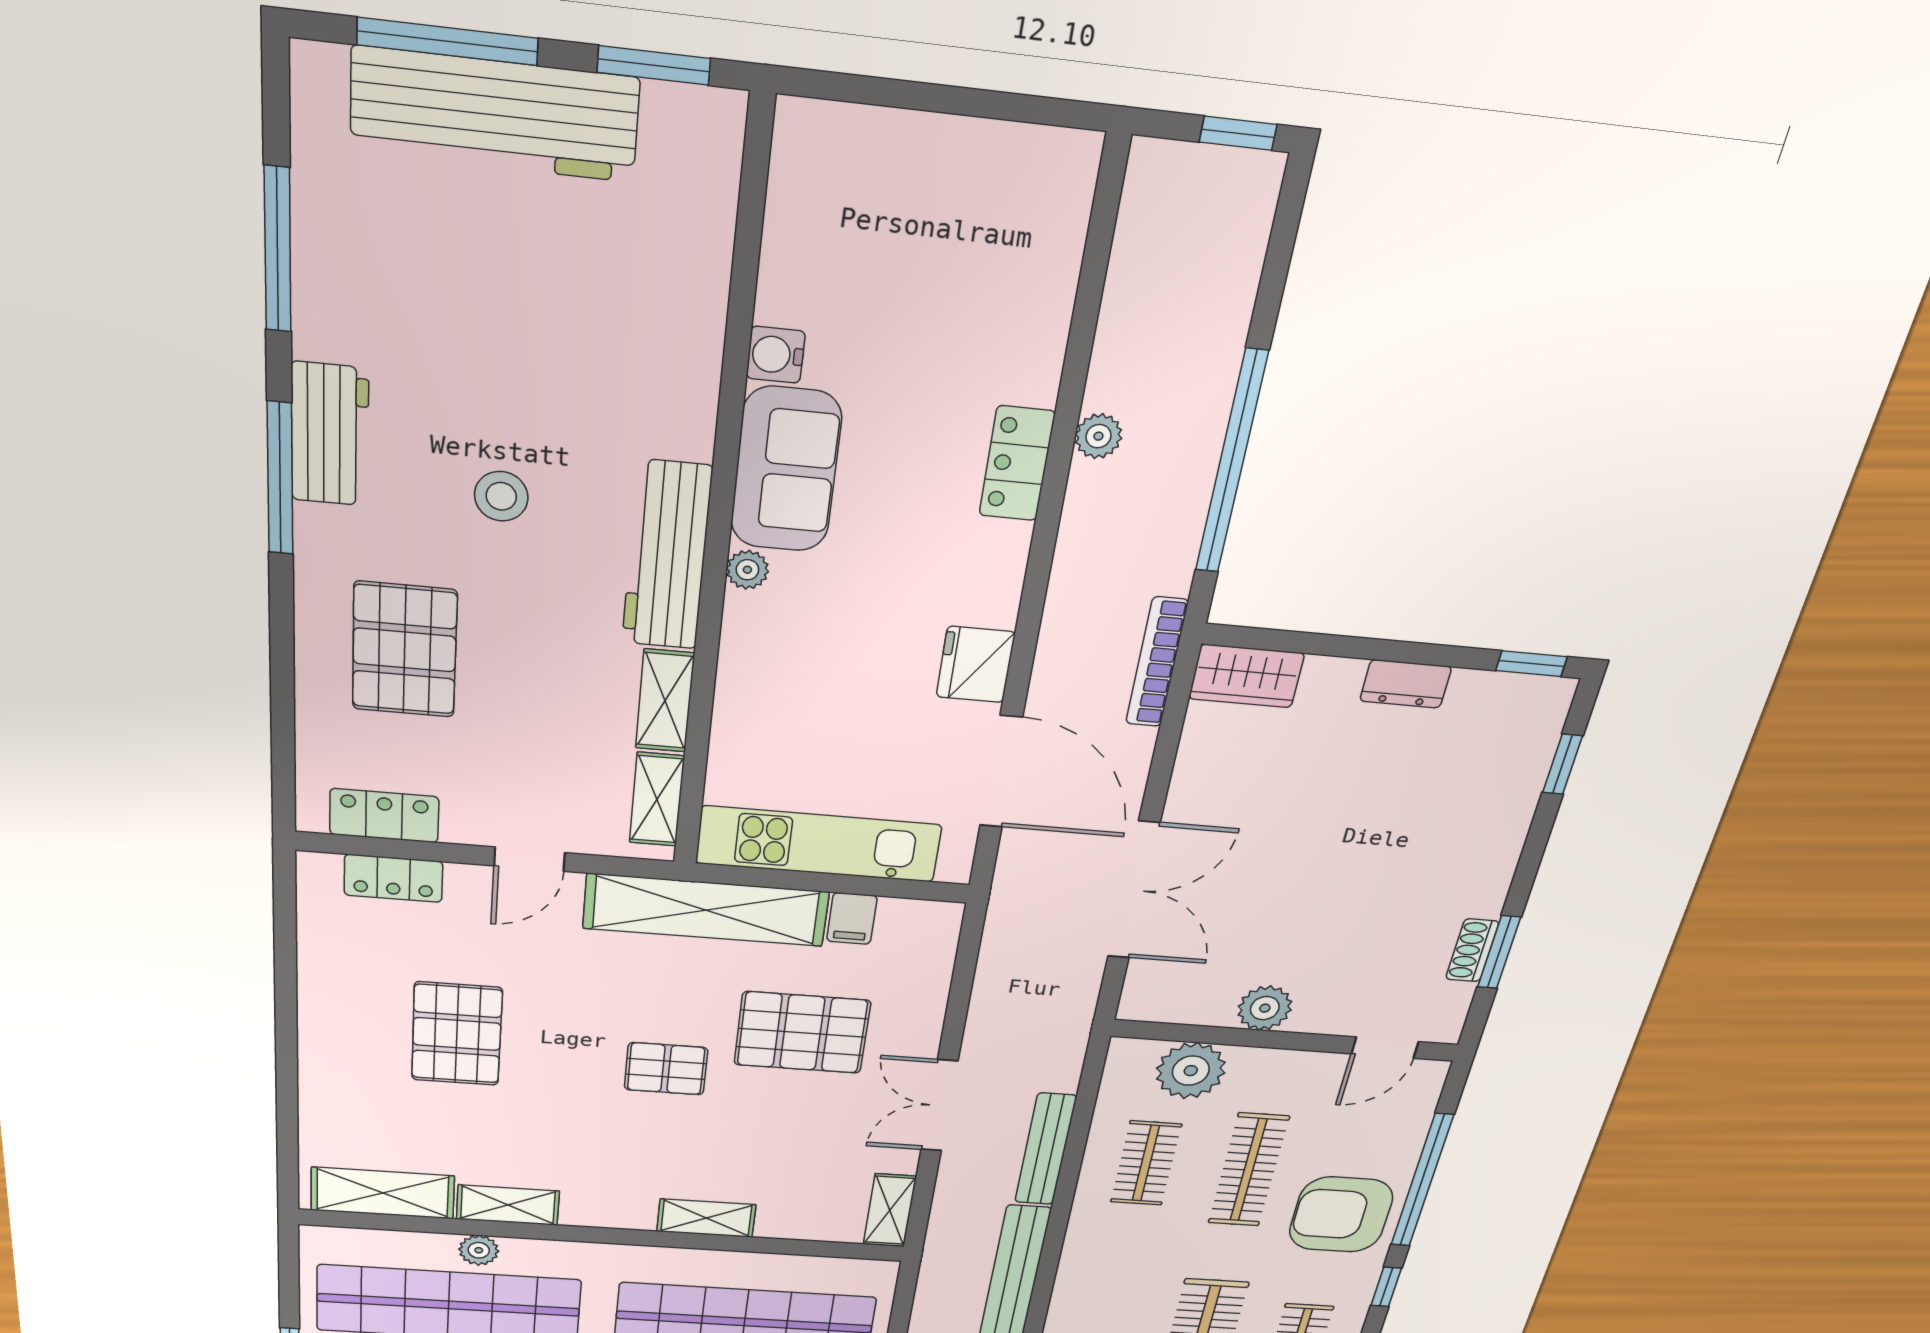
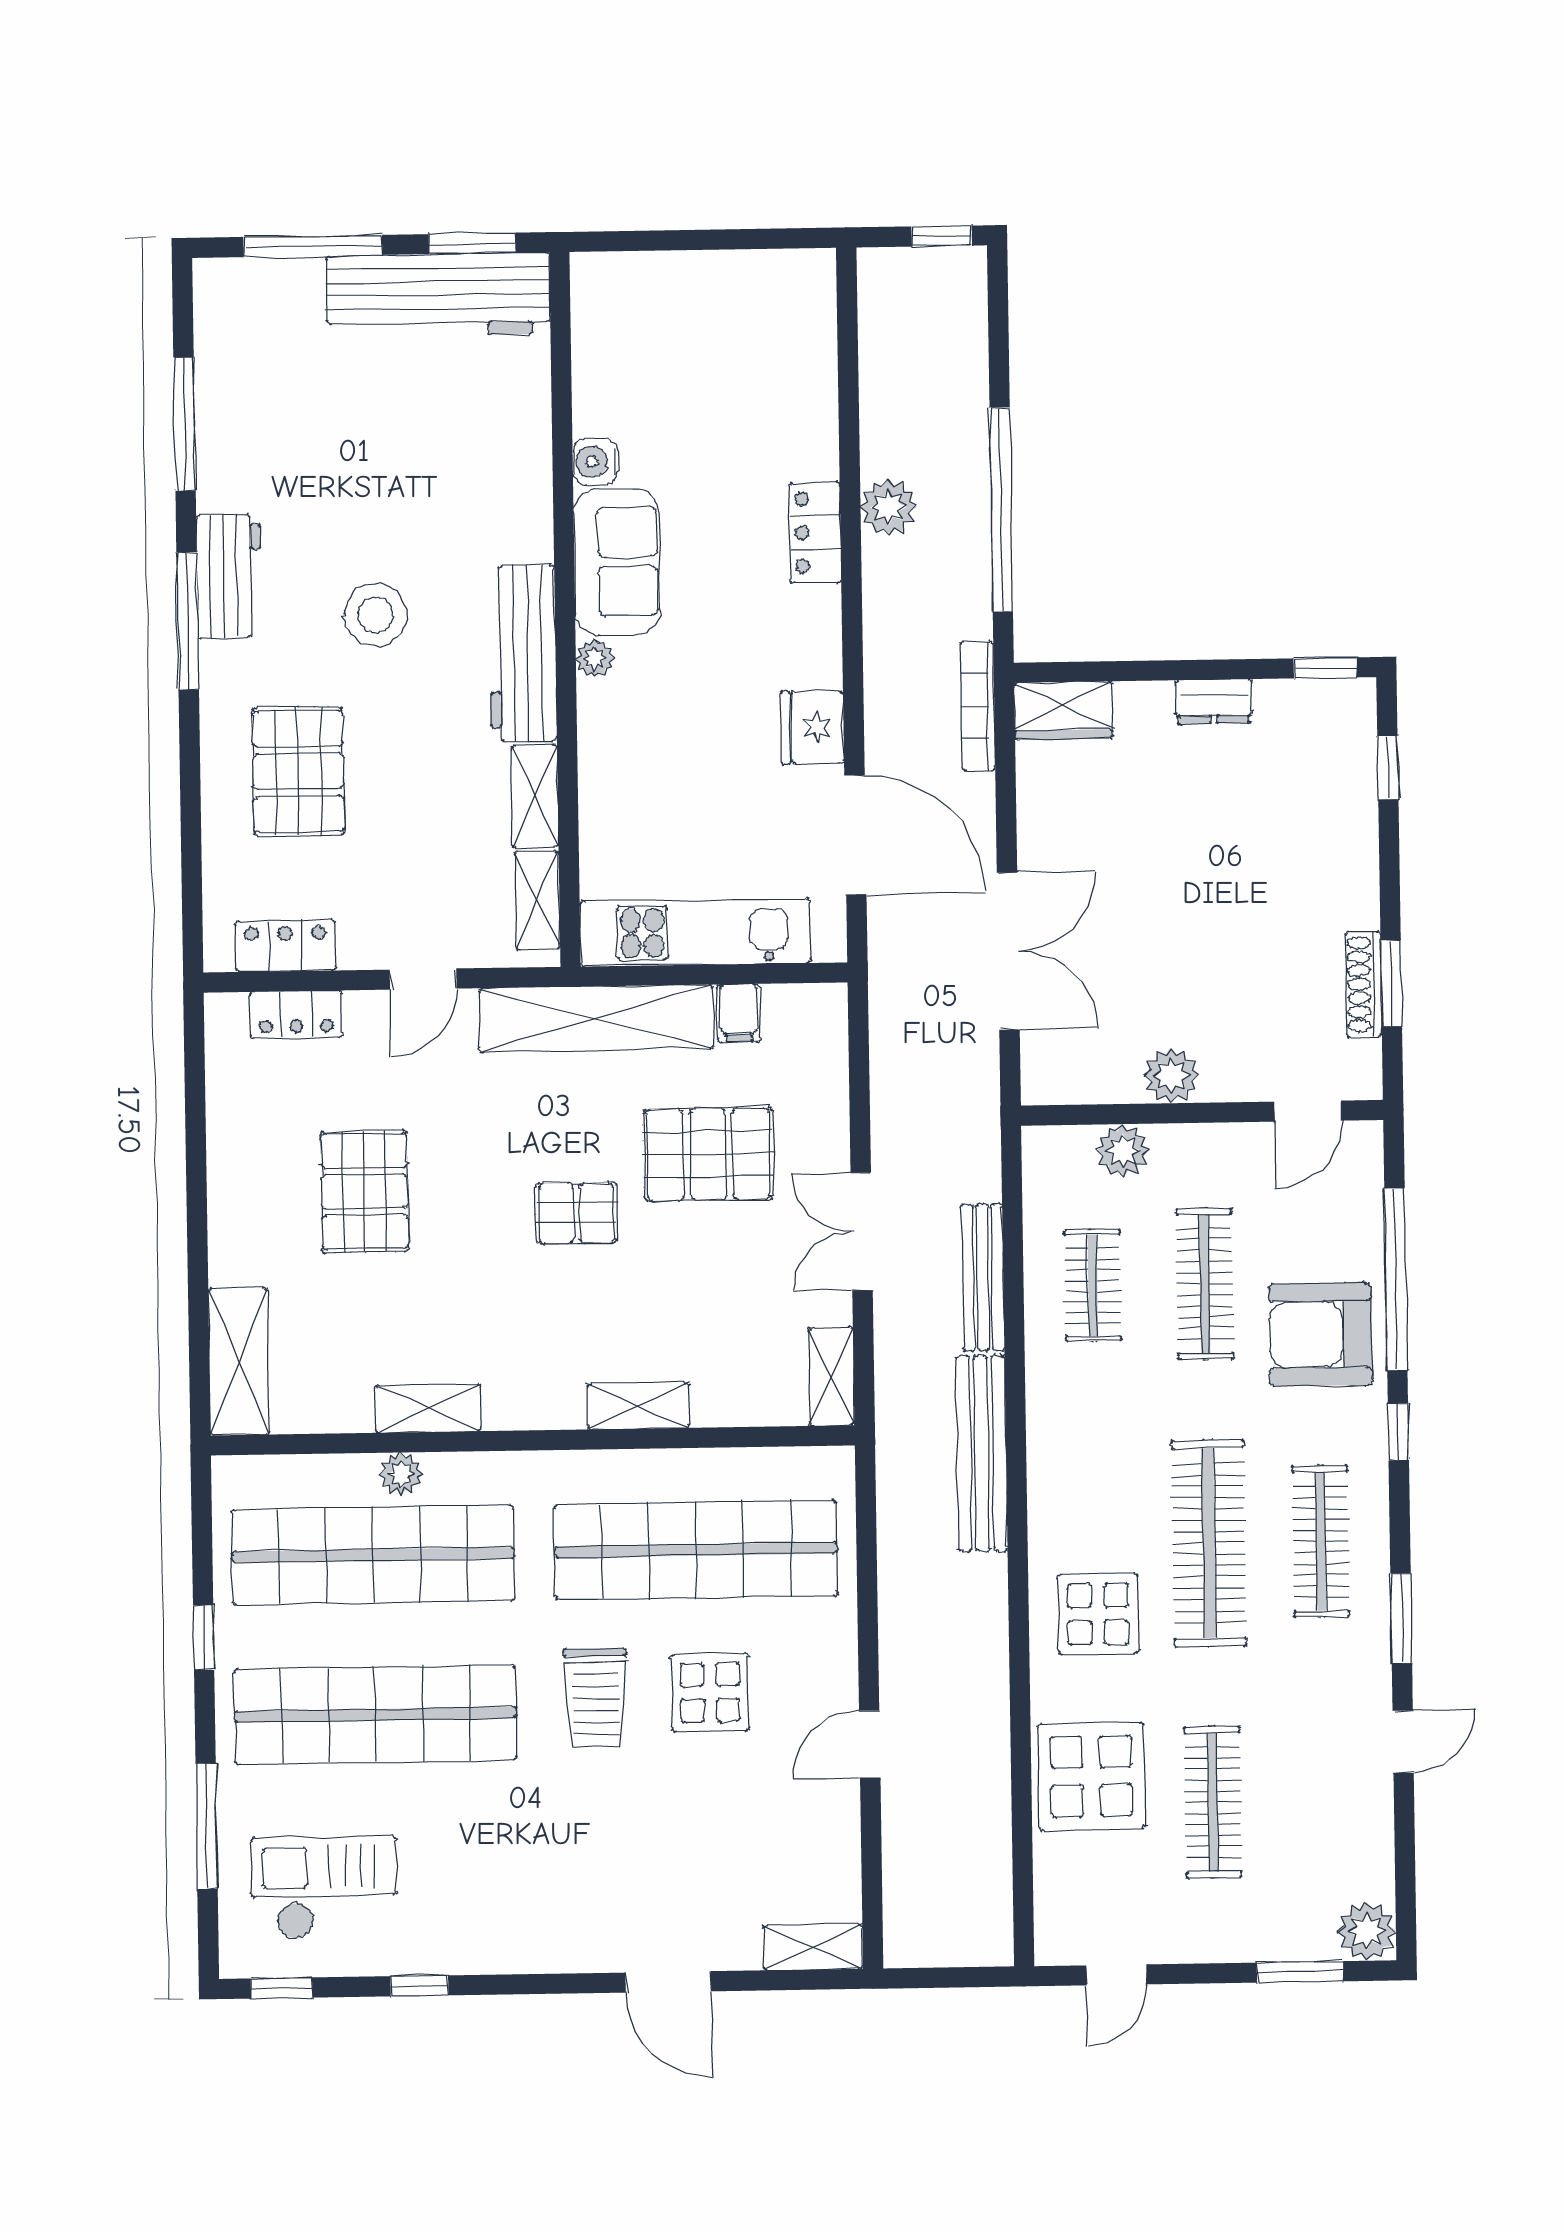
workbench: (495, 115) -> (438, 295), moved
plant: (1098, 436) -> (889, 507), width x1.38, depth x1.38
stool: (501, 496) -> (375, 615), width x1.38, depth x1.38
shoe rack: (1472, 950) -> (1363, 984), width x1.43
plant: (1191, 1071) -> (1123, 1151), width x0.73, depth x0.73
shelving: (383, 1193) -> (239, 1361), moved, turned 90

